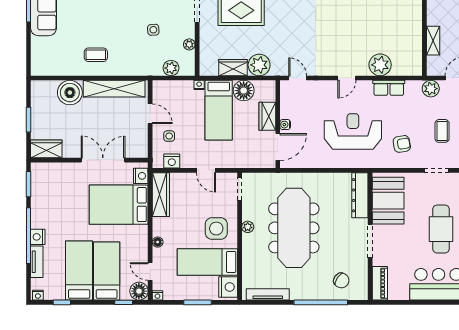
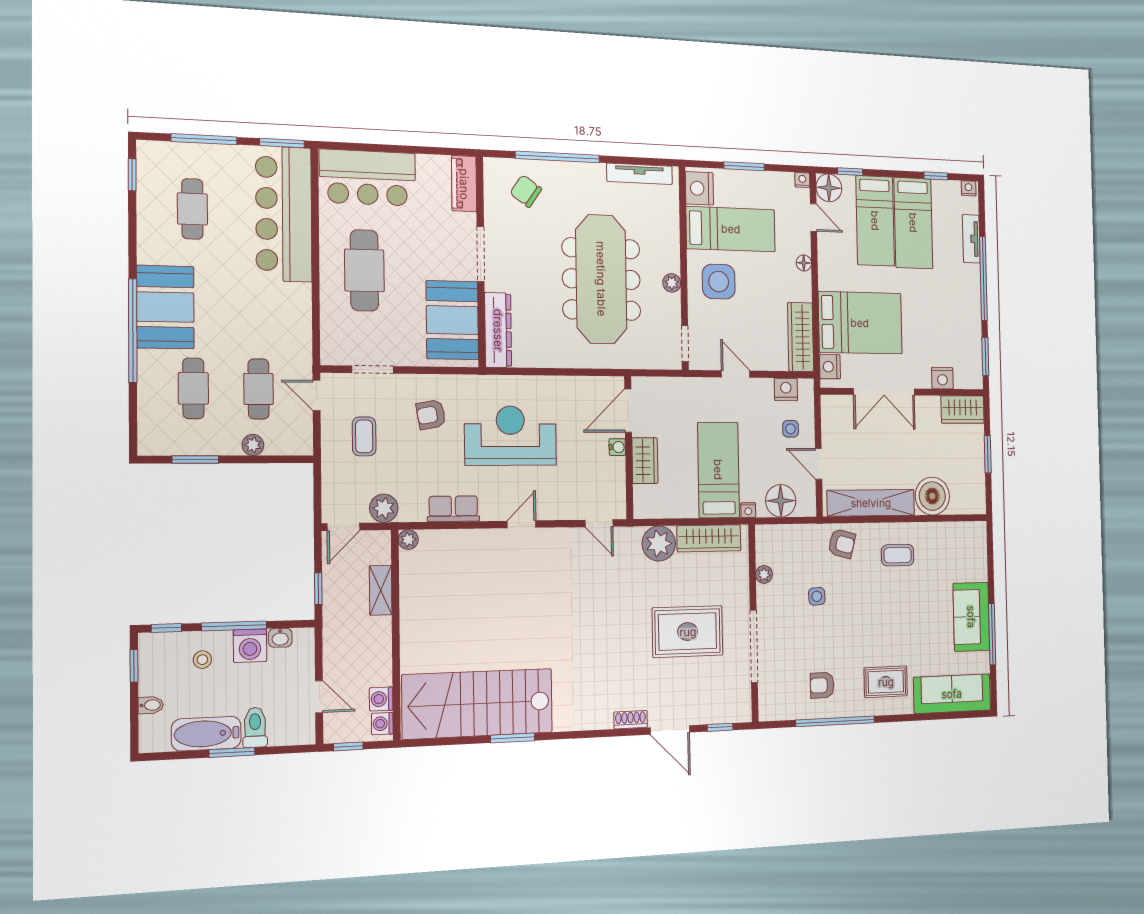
armchair: (135, 63) -> (842, 544), added
plant: (380, 65) -> (408, 540), moved, width x0.53, depth x0.53
plant: (171, 68) -> (790, 536), removed
wardrobe: (233, 68) -> (709, 538), width x1.50
floor lamp: (244, 91) -> (781, 501), moved
reception desk: (353, 131) -> (510, 436), turned 180
nightstand: (38, 237) -> (942, 378), moved, turned 90

